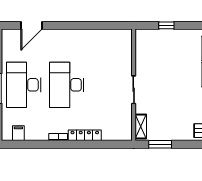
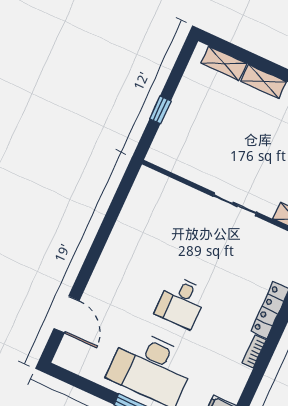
desk: (67, 85) -> (181, 302), width x0.53, depth x0.77

